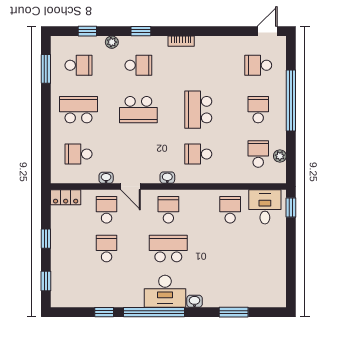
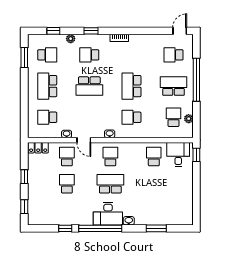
school desk: (138, 65) -> (89, 55), turned 180
school desk: (78, 110) -> (47, 86), turned -90
school desk: (258, 110) -> (173, 86), width x1.85

